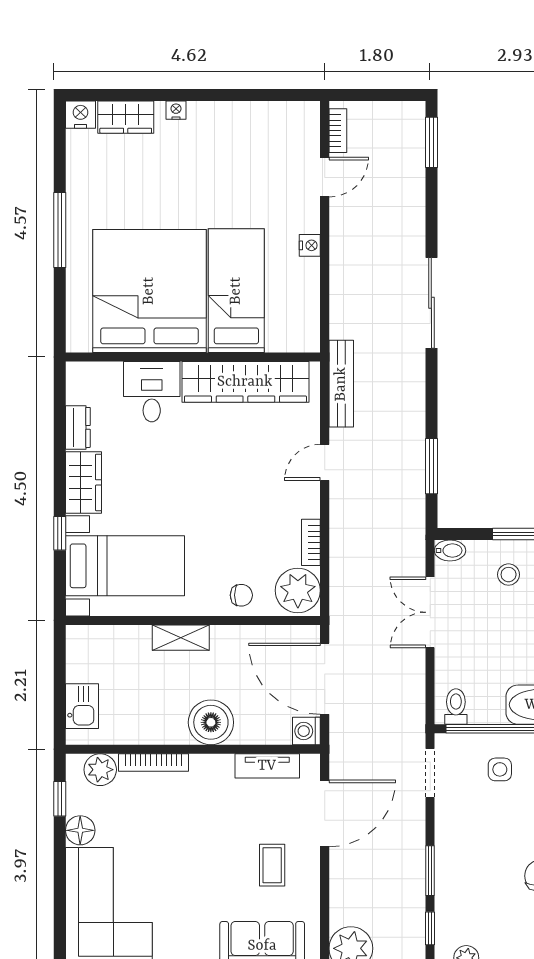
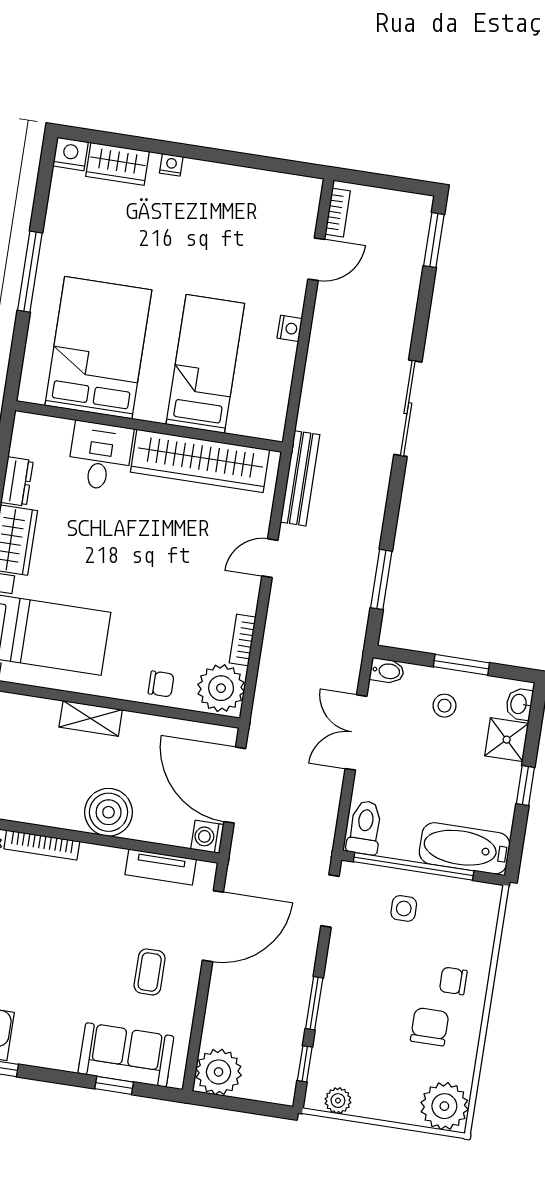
bed: (149, 291) -> (98, 348), width x0.73
toilet: (456, 706) -> (365, 828), width x1.37, depth x1.39

